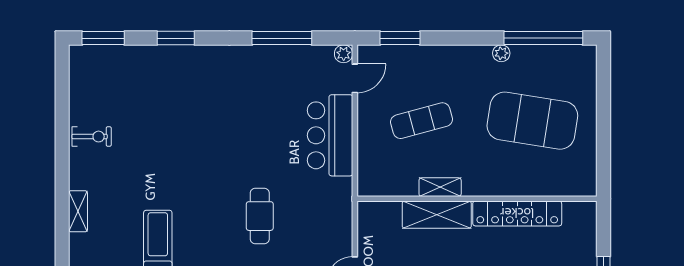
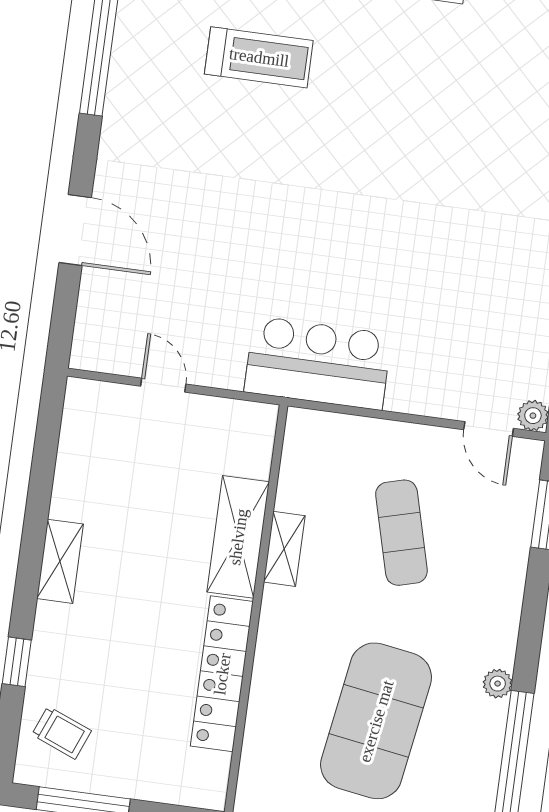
bar counter: (330, 135) -> (318, 363), moved
cafe table: (260, 216) -> (277, 236), removed

